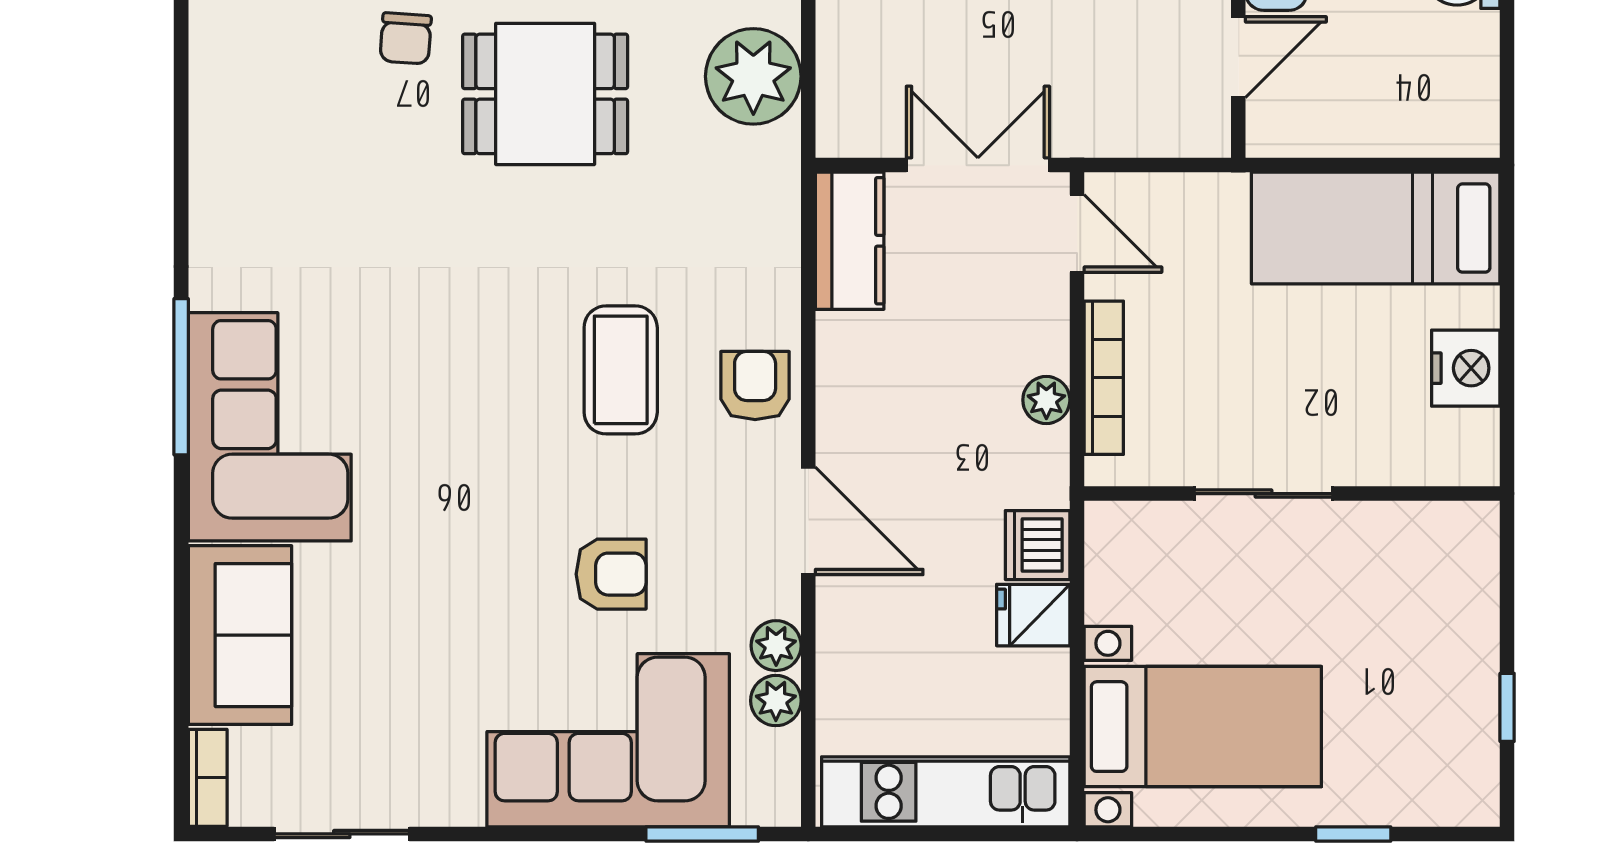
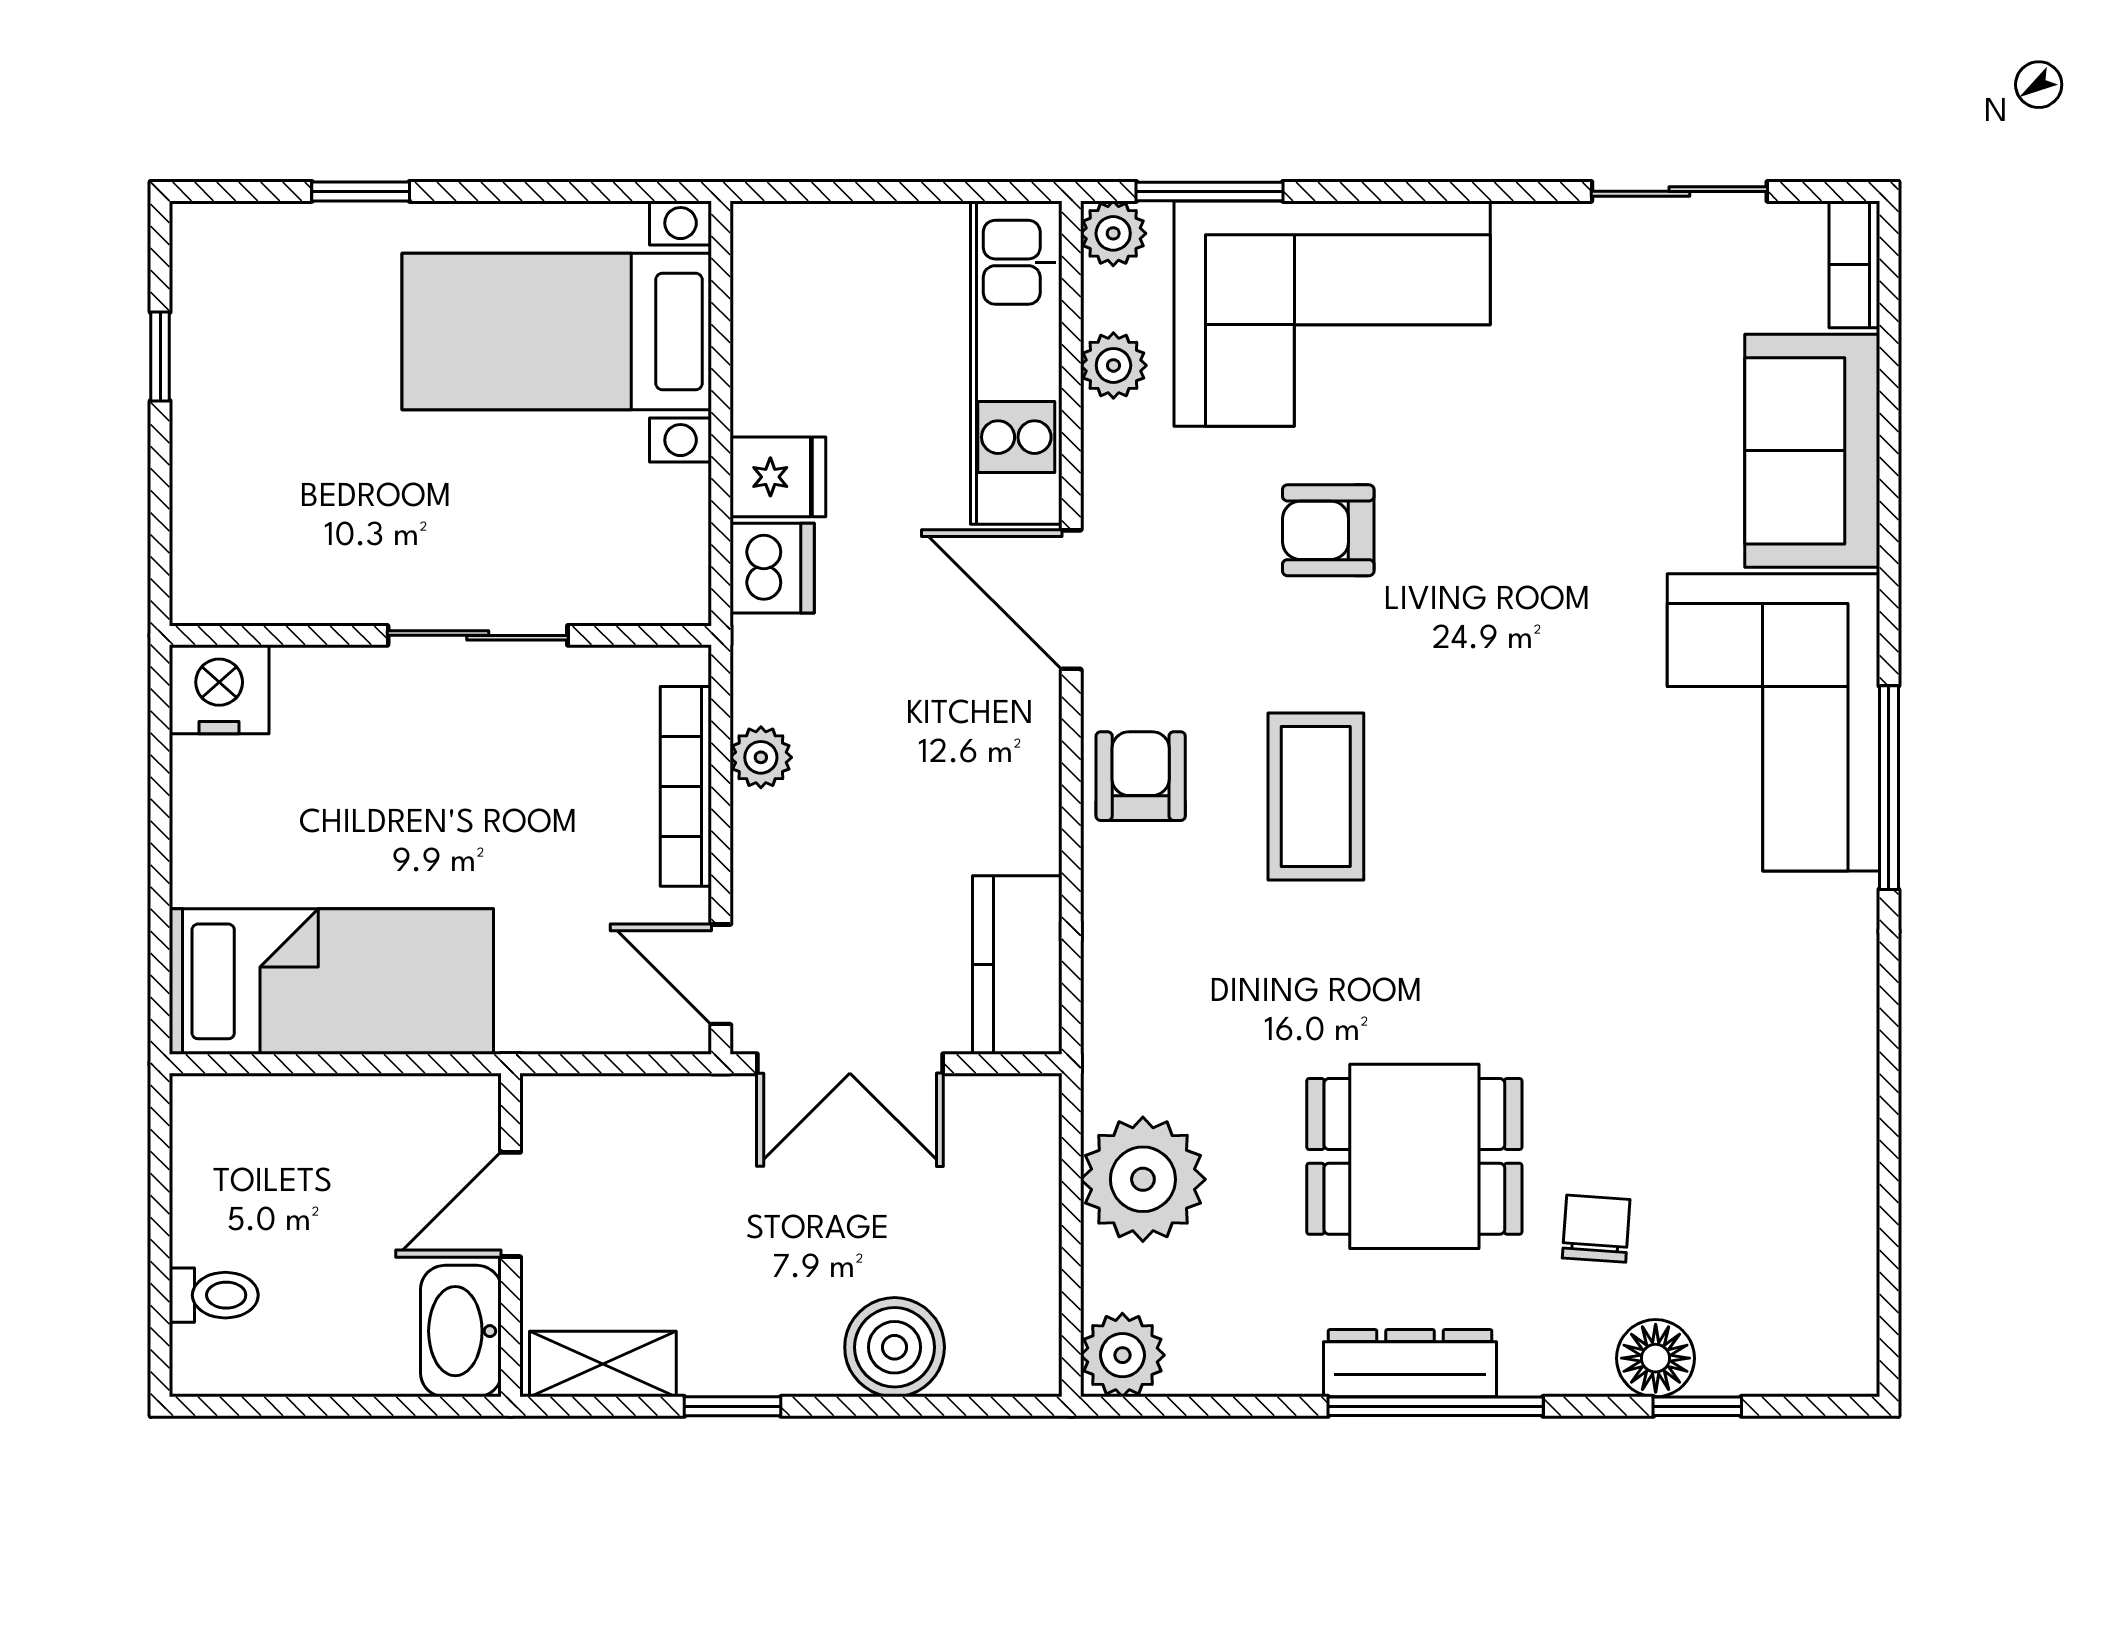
nightstand: (1466, 368) -> (219, 689), moved, turned 90
armchair: (755, 386) -> (1141, 776), turned 180
plant: (776, 646) -> (1113, 233), moved
kitchen unit: (946, 792) -> (1016, 363), moved, turned 90

